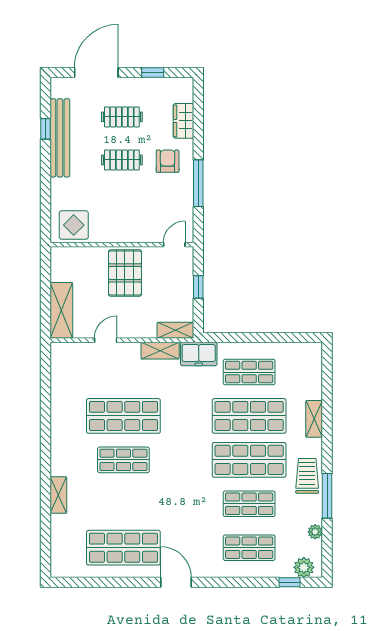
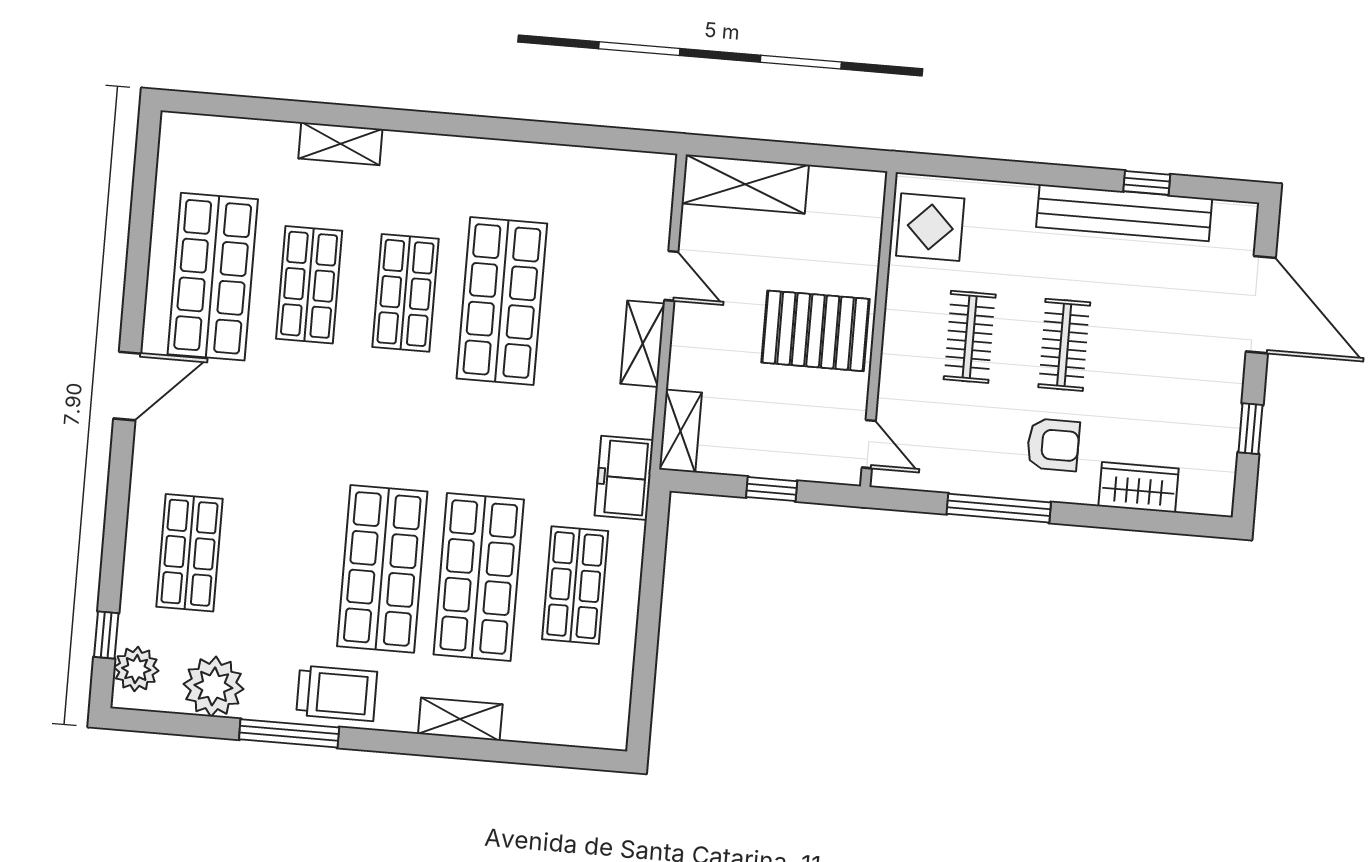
clothes rail: (122, 117) -> (970, 337), moved
shelving: (160, 351) -> (643, 344), moved
shop shelf: (249, 504) -> (309, 285), moved
plant: (315, 532) -> (213, 686), width x1.88, depth x1.88

